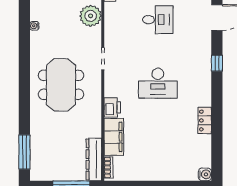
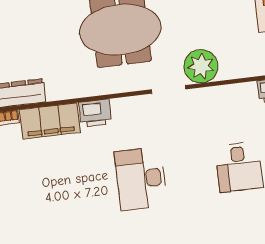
plant: (91, 16) -> (201, 66), moved

